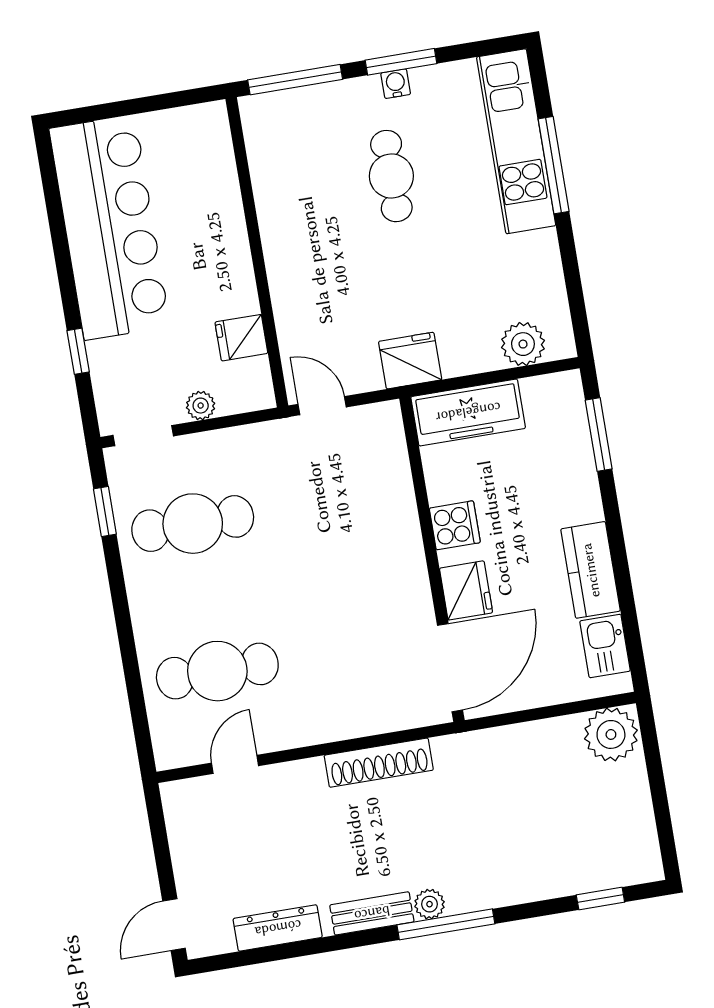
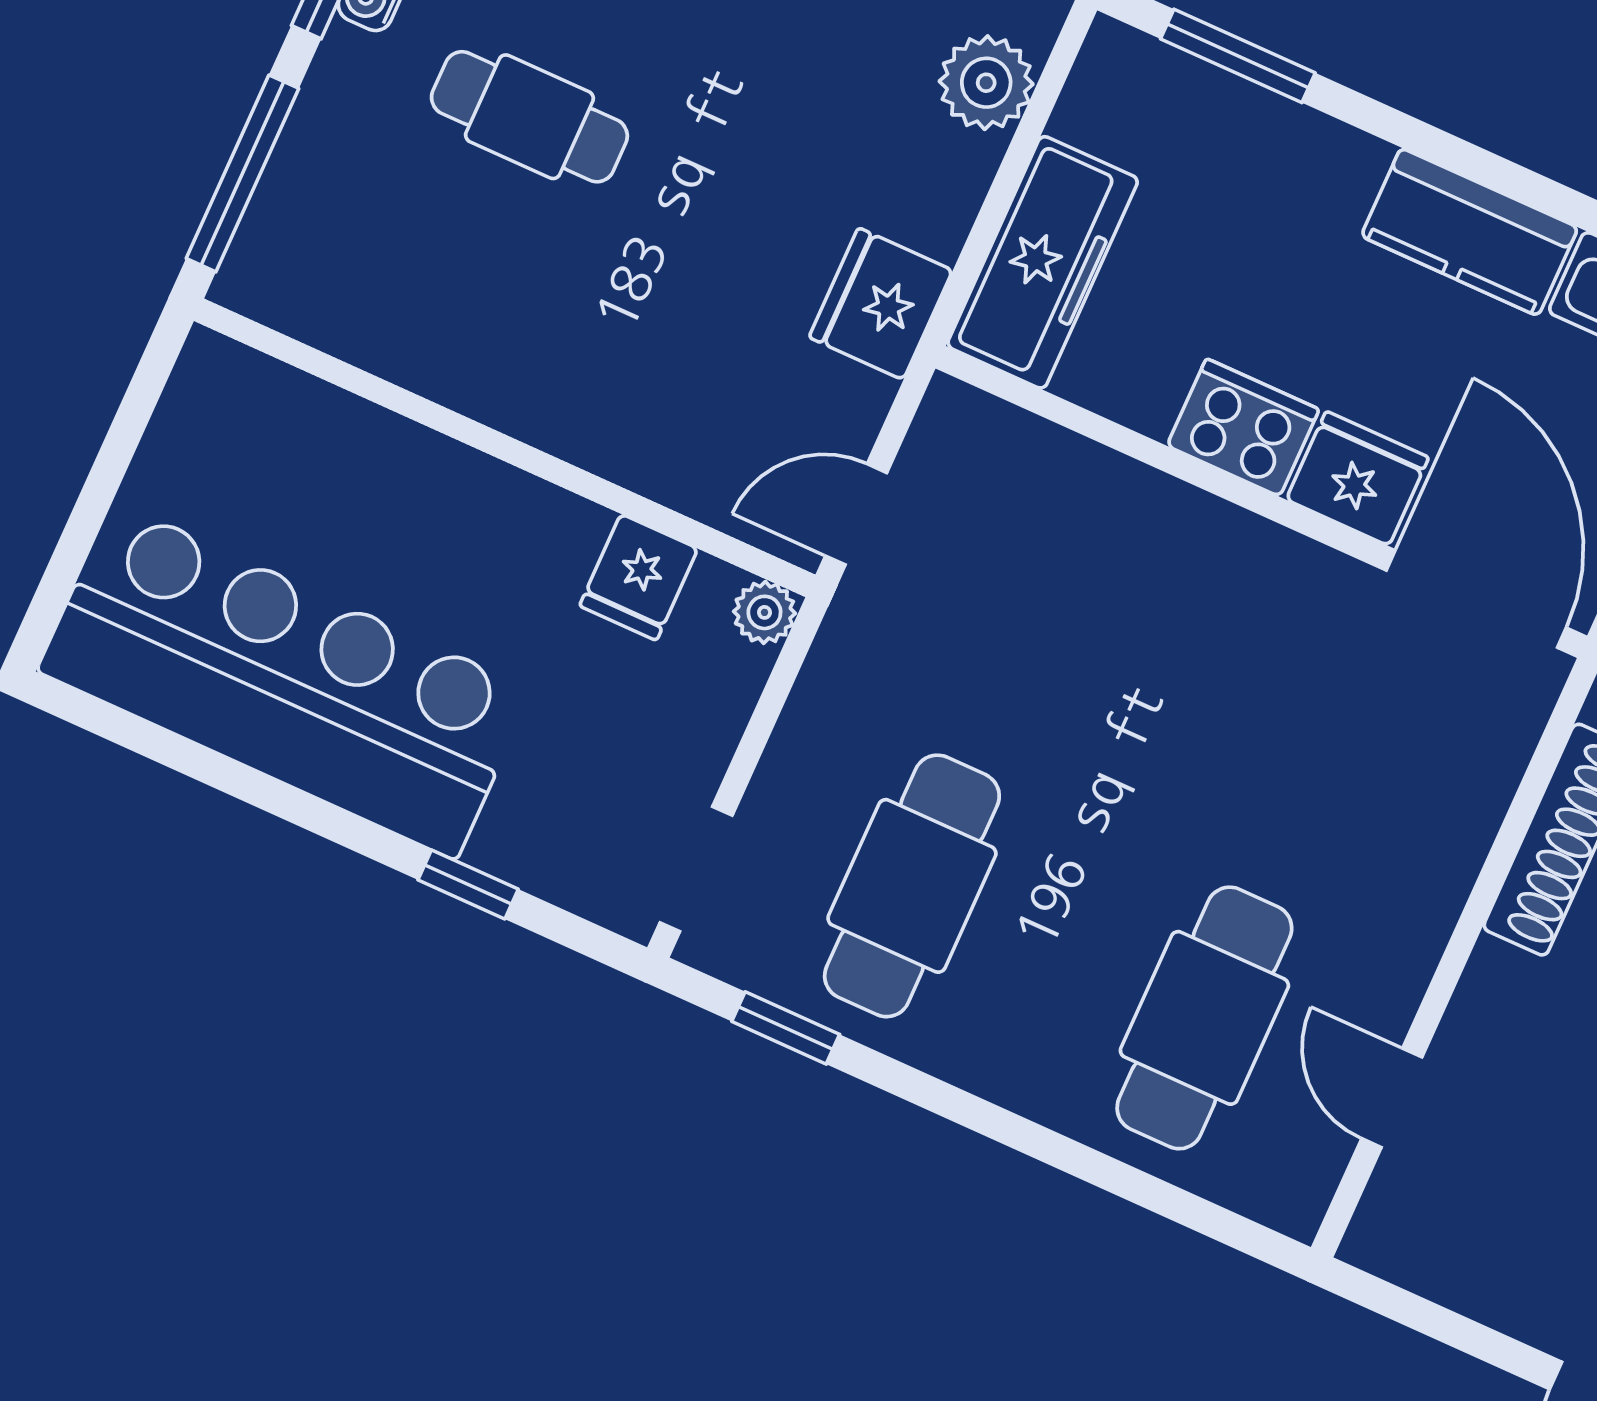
plant: (201, 406) -> (764, 612), moved
cooker: (455, 525) -> (1243, 428), width x1.36

